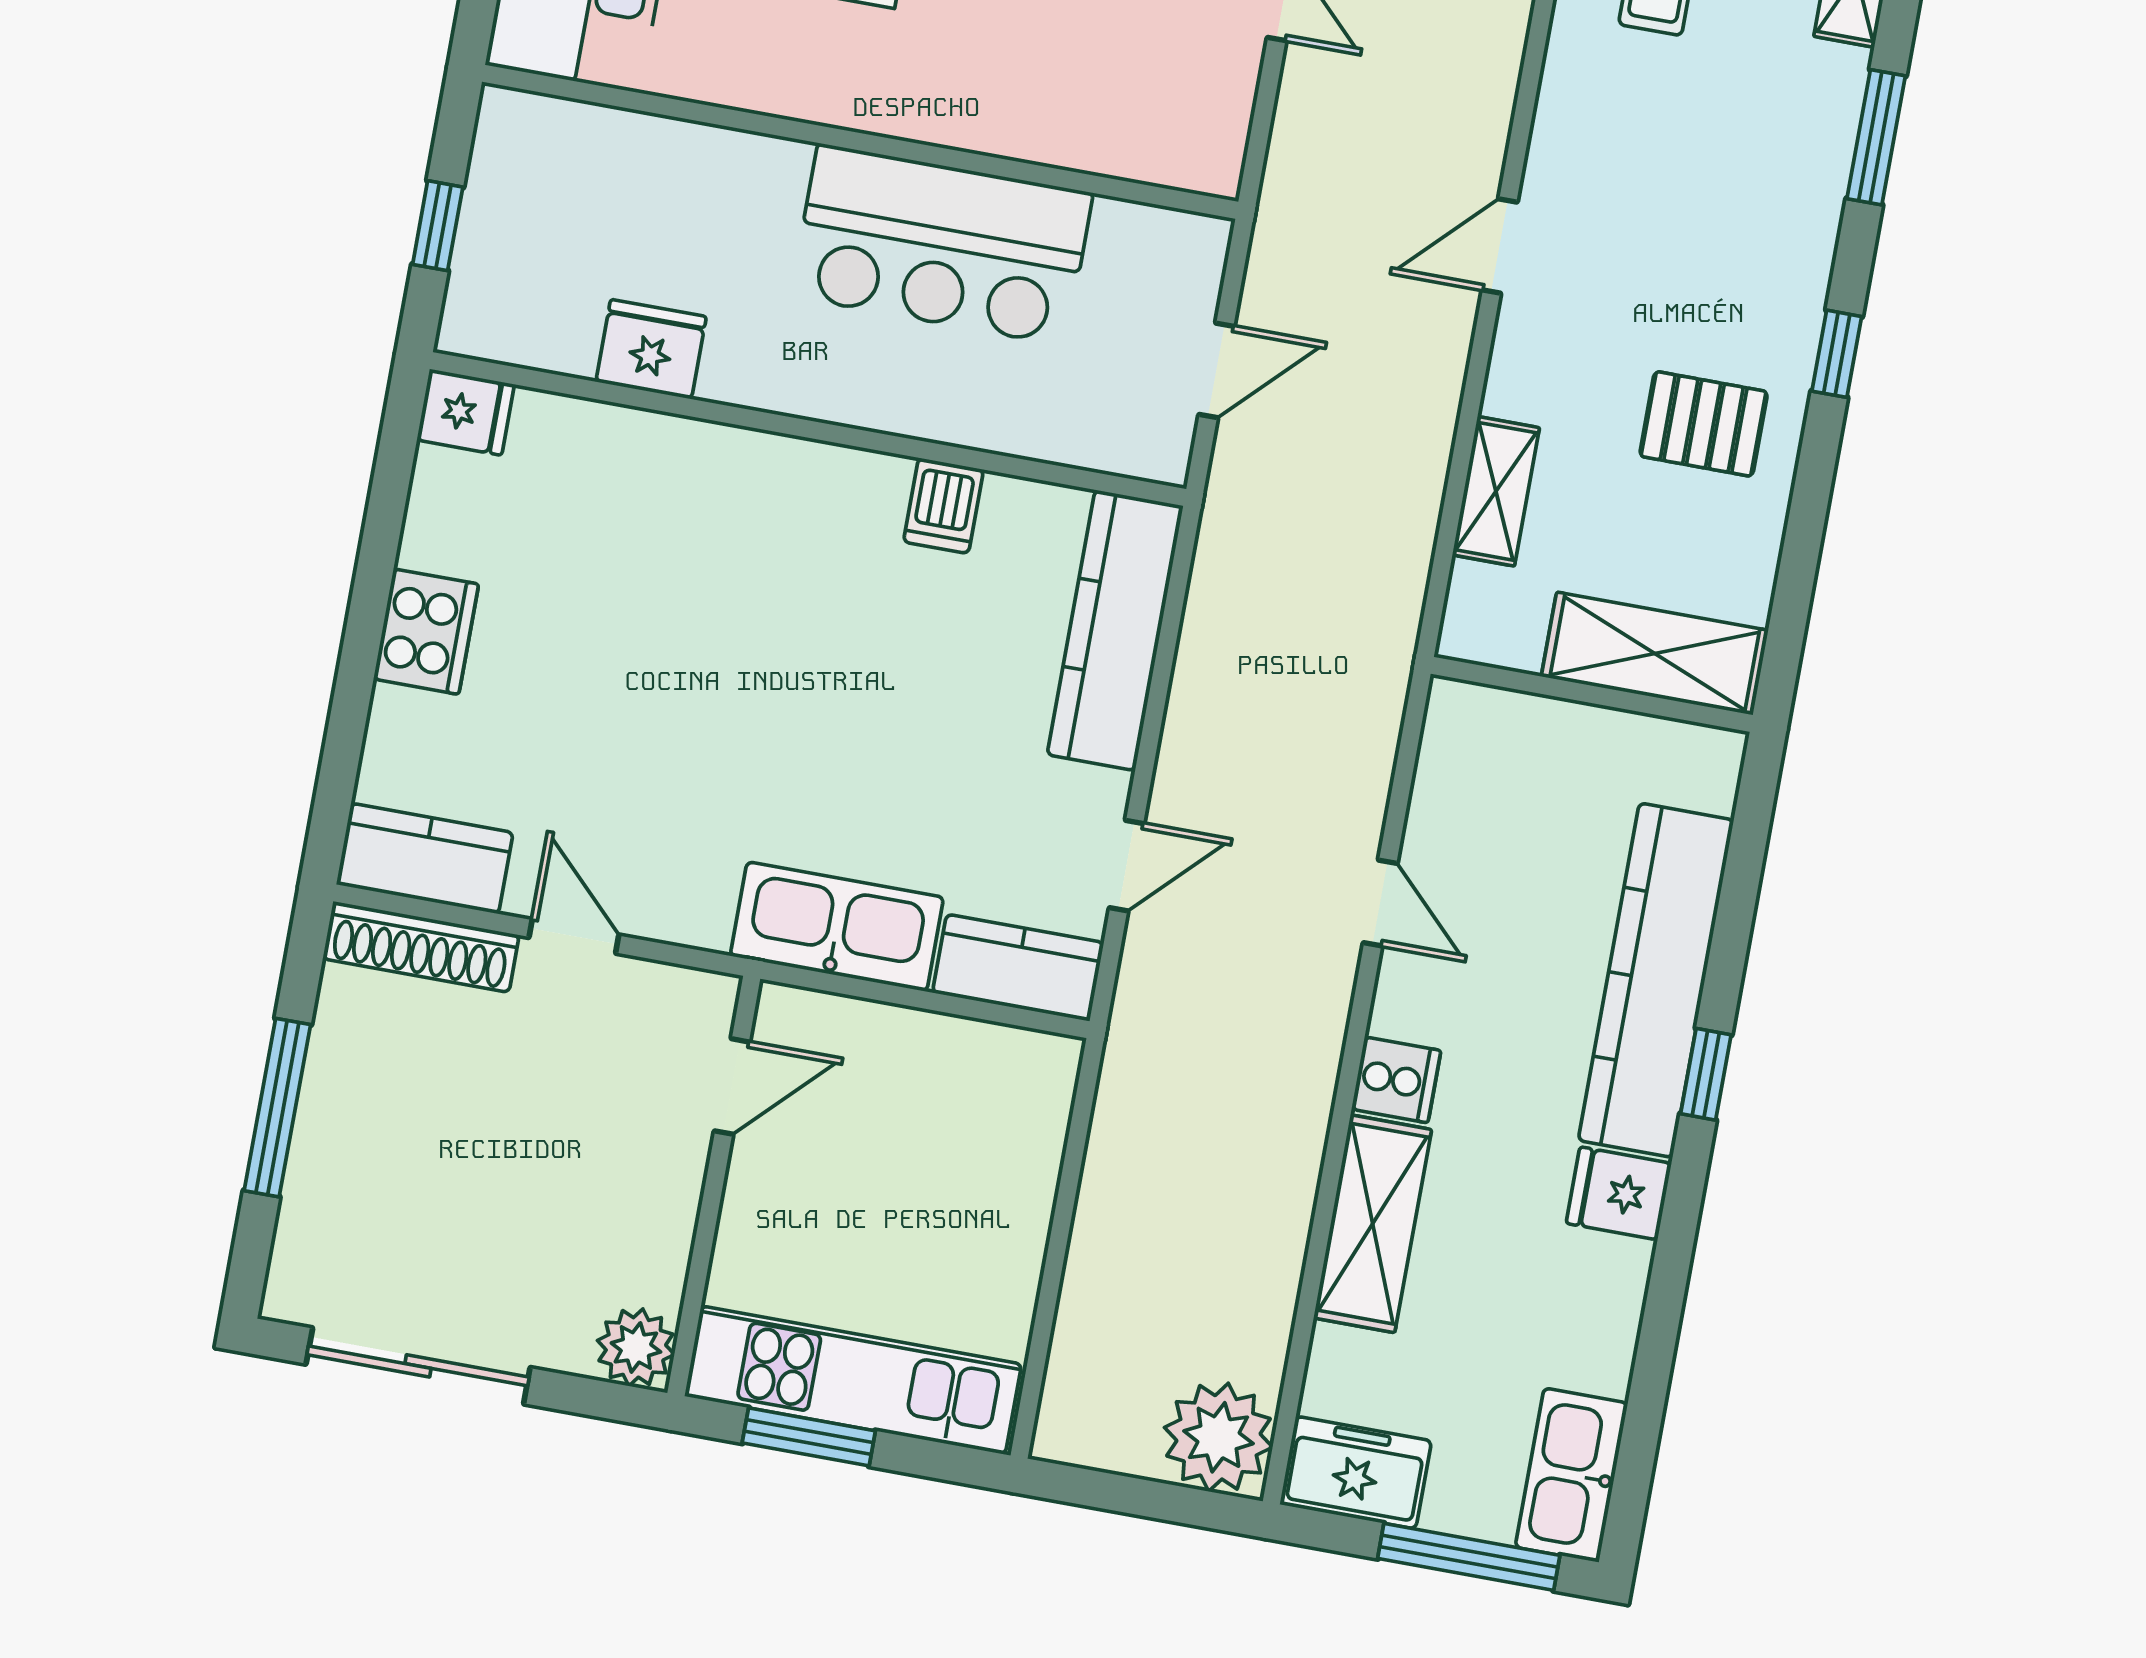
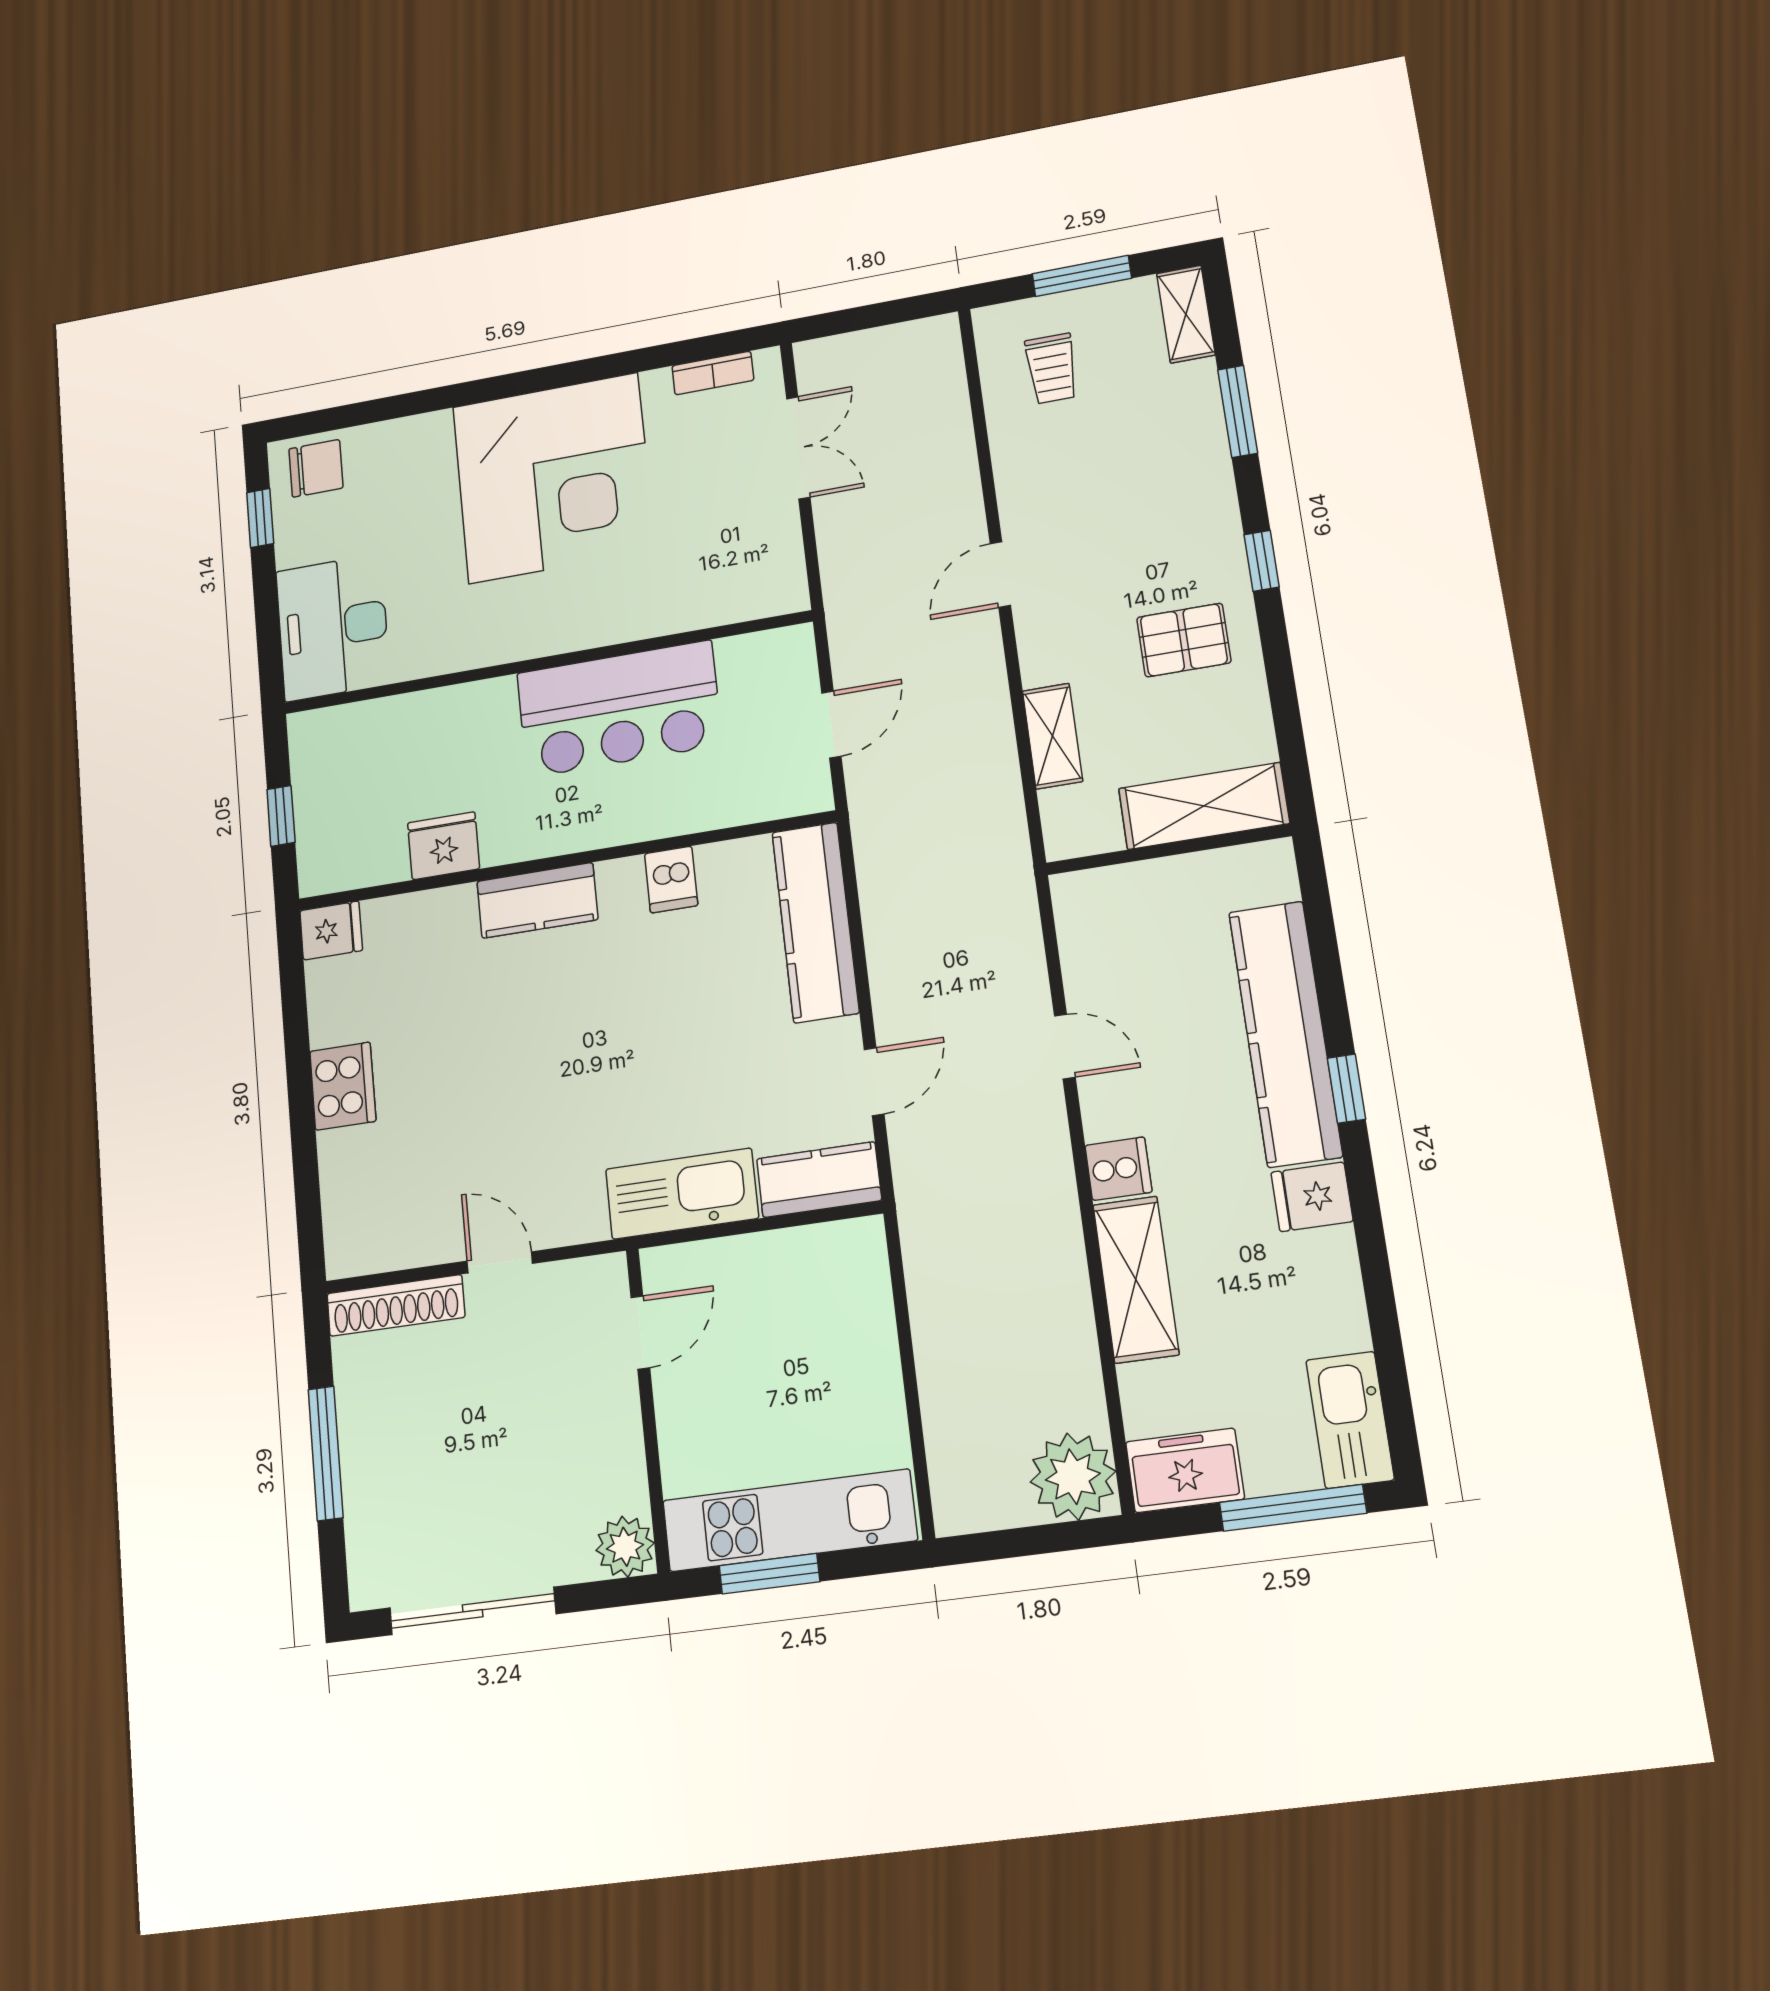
kitchen counter: (425, 858) -> (537, 900), moved, turned 180

